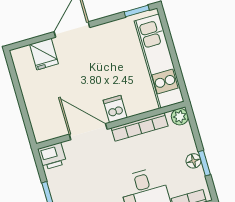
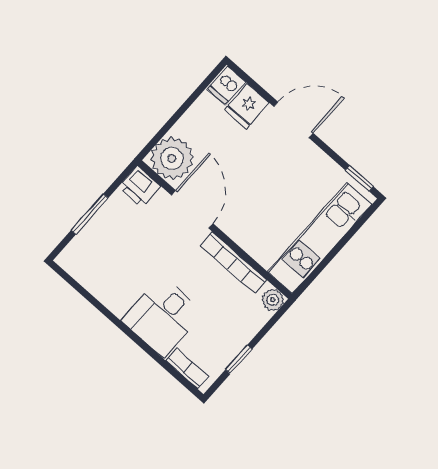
dishwasher: (115, 109) -> (226, 85), moved, turned 180
plant: (47, 124) -> (172, 158), added
floor lamp: (193, 161) -> (234, 346), removed

